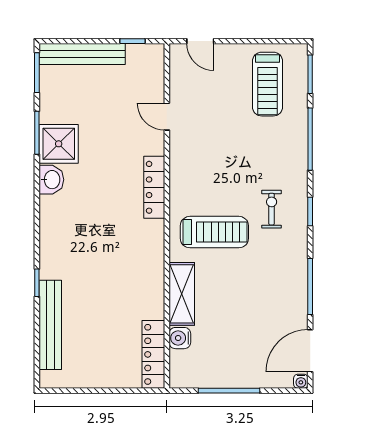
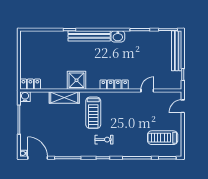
shower: (59, 144) -> (76, 80), moved
bench: (50, 325) -> (89, 36), moved
water cooler: (180, 338) -> (25, 97), moved
locker: (153, 354) -> (30, 84), width x0.66

